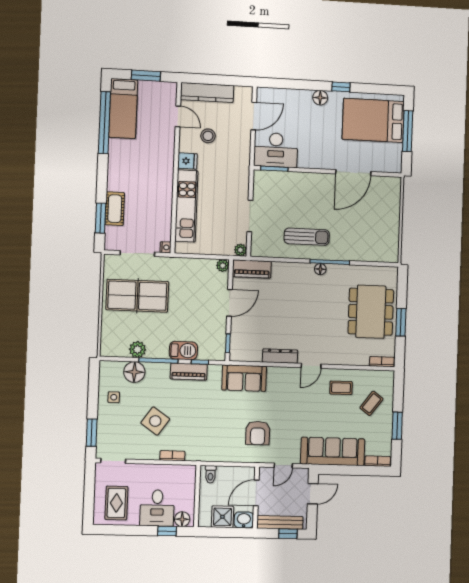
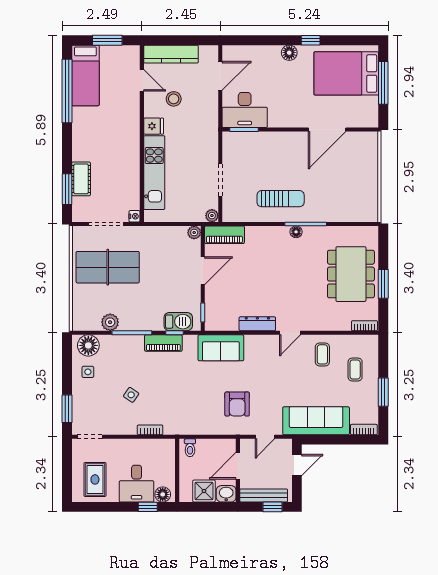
barbecue: (183, 350) -> (178, 322), moved
floor lamp: (134, 372) -> (88, 345), moved
coffee table: (341, 388) -> (322, 354), turned 90
coffee table: (371, 403) -> (355, 370), turned -37
side table: (155, 421) -> (131, 395), width x0.54, depth x0.54

